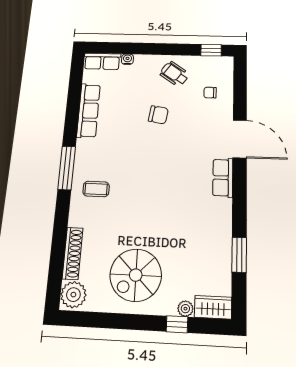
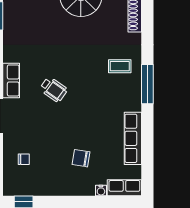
wheelchair: (174, 74) -> (54, 89), moved
chair: (158, 115) -> (81, 158), moved

